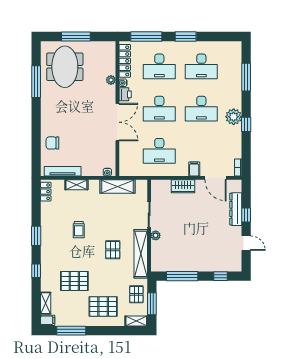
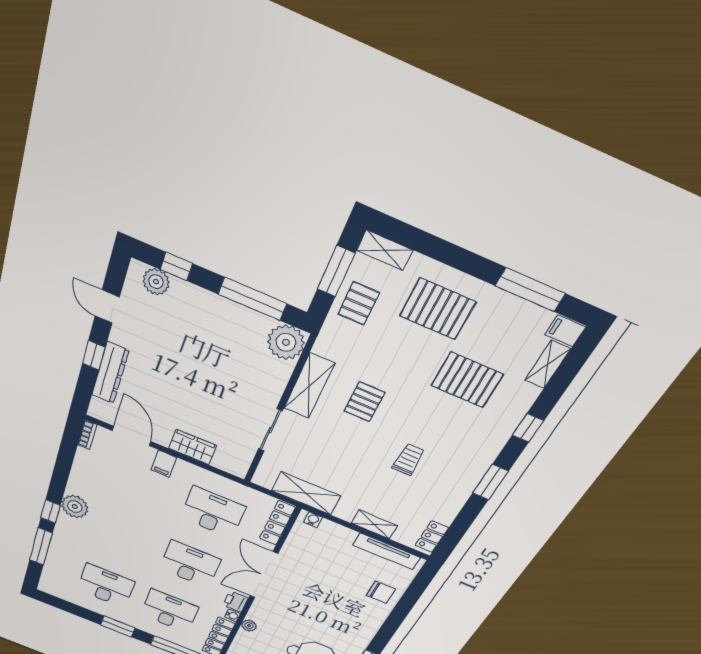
desk: (201, 109) -> (123, 537), removed
window: (246, 124) -> (51, 512), moved
locker: (124, 161) -> (277, 523), added
plant: (156, 235) -> (286, 342), moved, width x1.87, depth x1.87
shelving: (141, 254) -> (309, 386), width x0.68
plant: (227, 265) -> (156, 282), added

